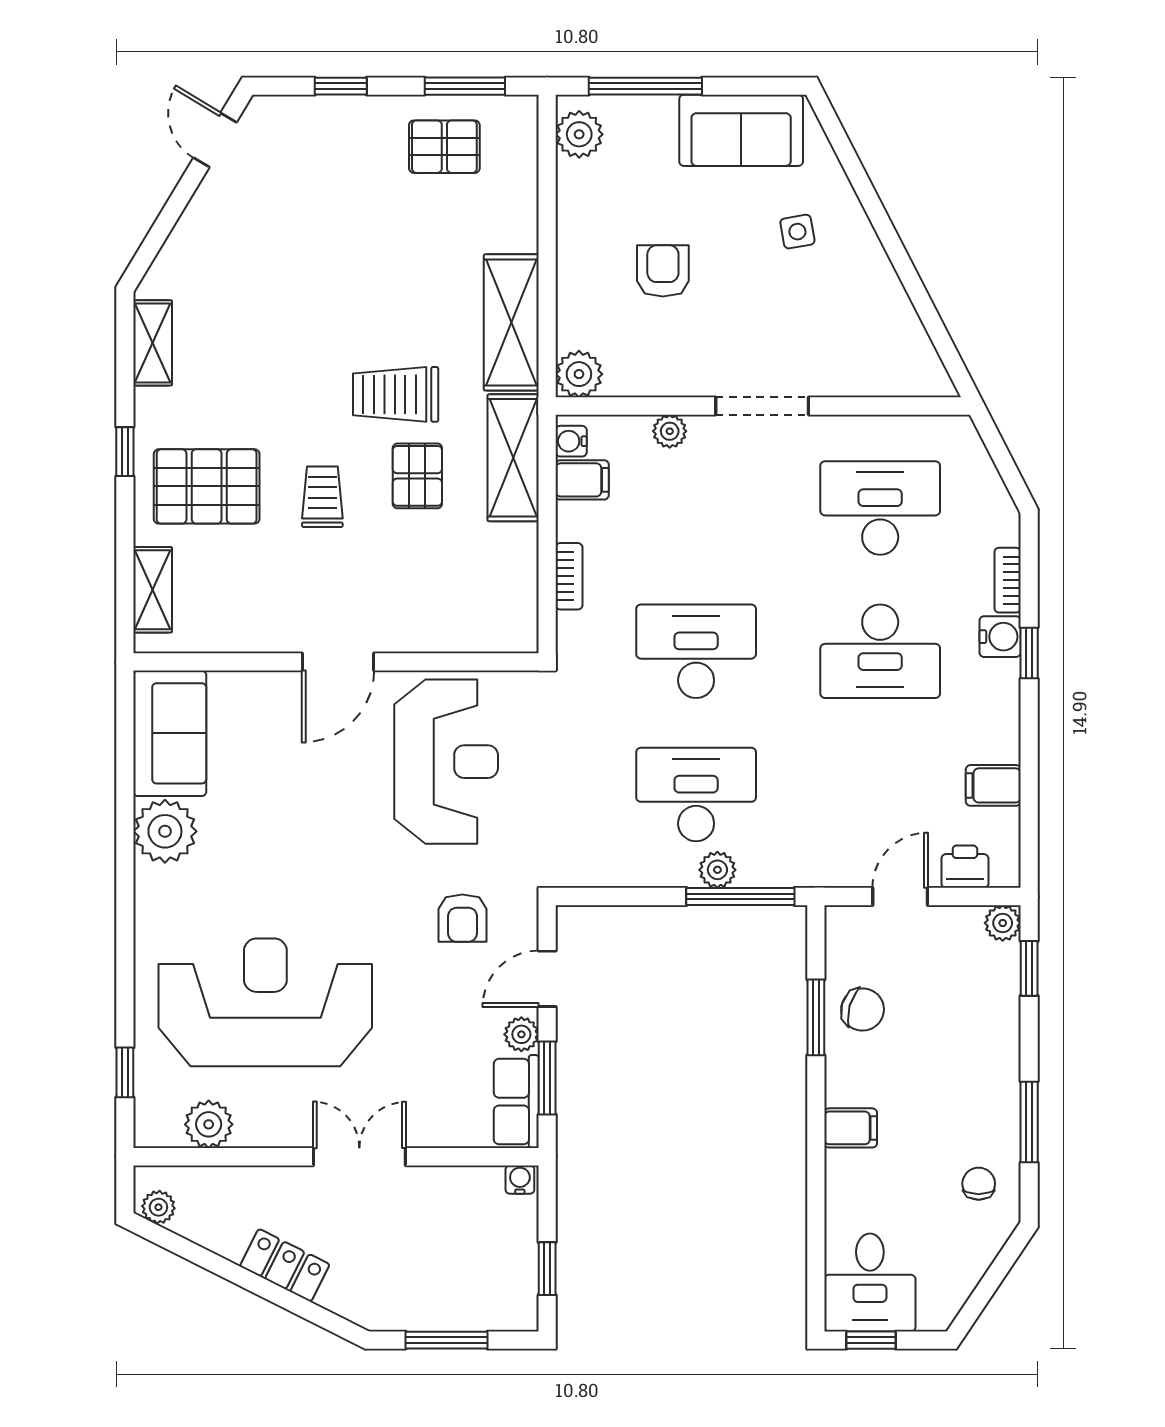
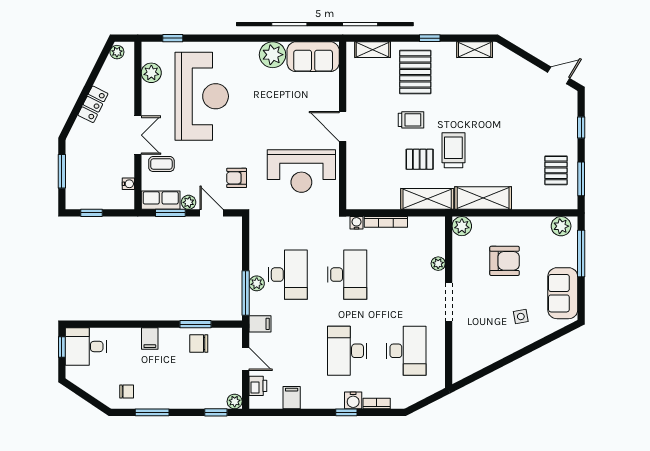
armchair: (663, 271) -> (505, 261), width x1.38, depth x1.38
water cooler: (571, 441) -> (356, 223), moved
filing cabinet: (582, 480) -> (260, 324), moved, turned -90
bookcase: (569, 576) -> (386, 222), width x1.56
chair: (863, 1010) -> (199, 343), turned 74
coffee table: (429, 1100) -> (161, 164), added
water cooler: (520, 1180) -> (128, 184), moved

